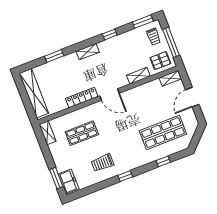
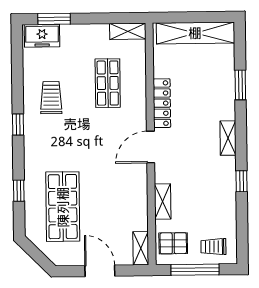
window: (143, 22) -> (242, 239), removed
pallet: (160, 61) -> (173, 243), turned 90

